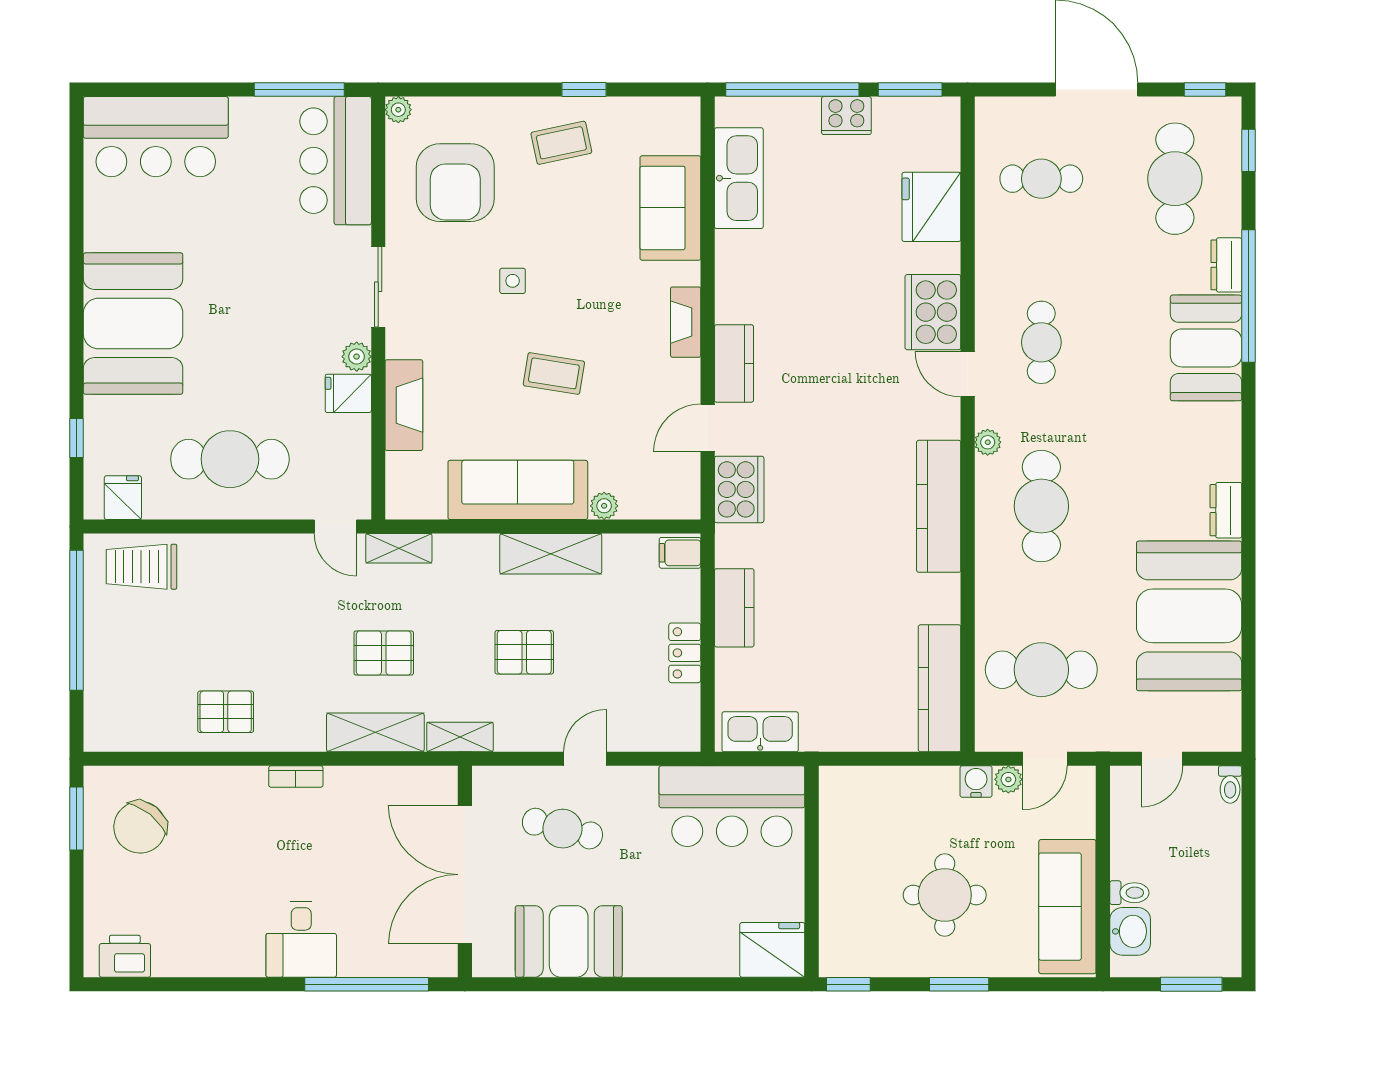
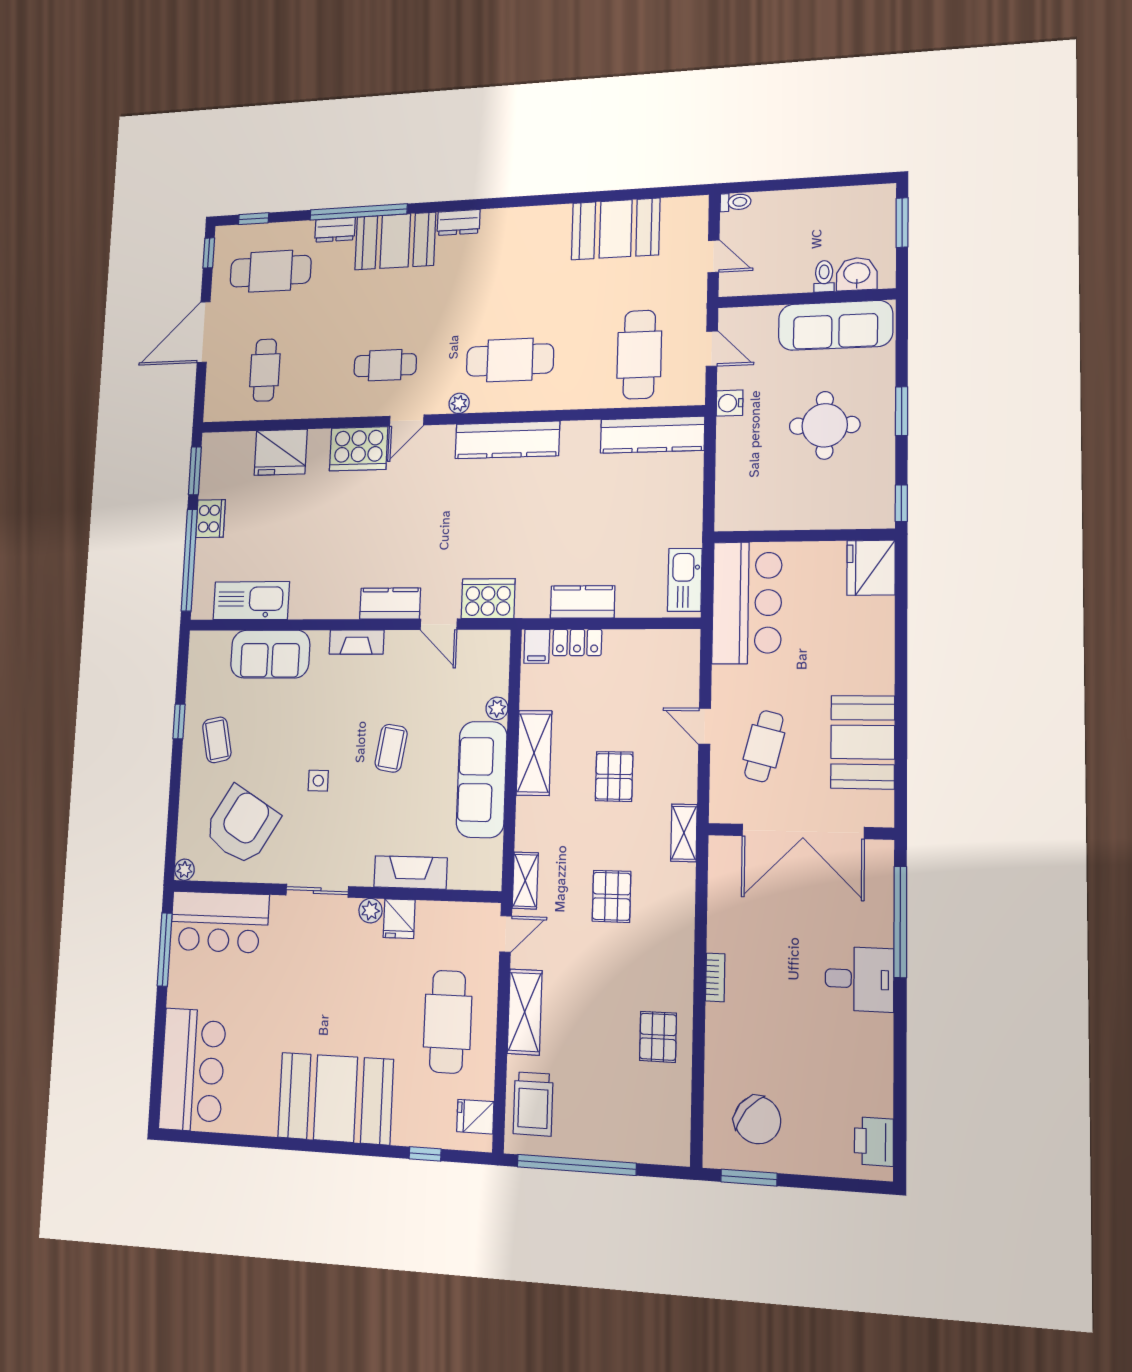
armchair: (455, 183) -> (242, 825), turned -59
dresser: (1226, 510) -> (459, 222), moved
booth: (1189, 616) -> (616, 229), width x0.73, depth x0.70
locker: (685, 653) -> (577, 642), moved
shelving: (375, 732) -> (525, 1012), moved
plant: (1008, 779) -> (728, 377), removed

